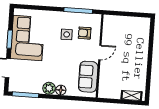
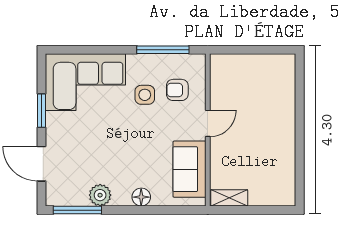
corner sofa: (28, 38) -> (85, 82), moved, turned 90
plant: (49, 88) -> (100, 195), moved
shelving: (131, 95) -> (229, 198), moved

